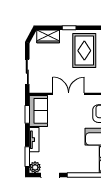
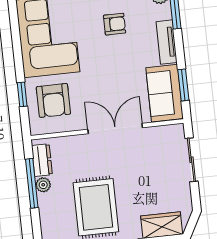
double door: (69, 94) -> (115, 129), swing flipped
armchair: (62, 153) -> (115, 24), added

